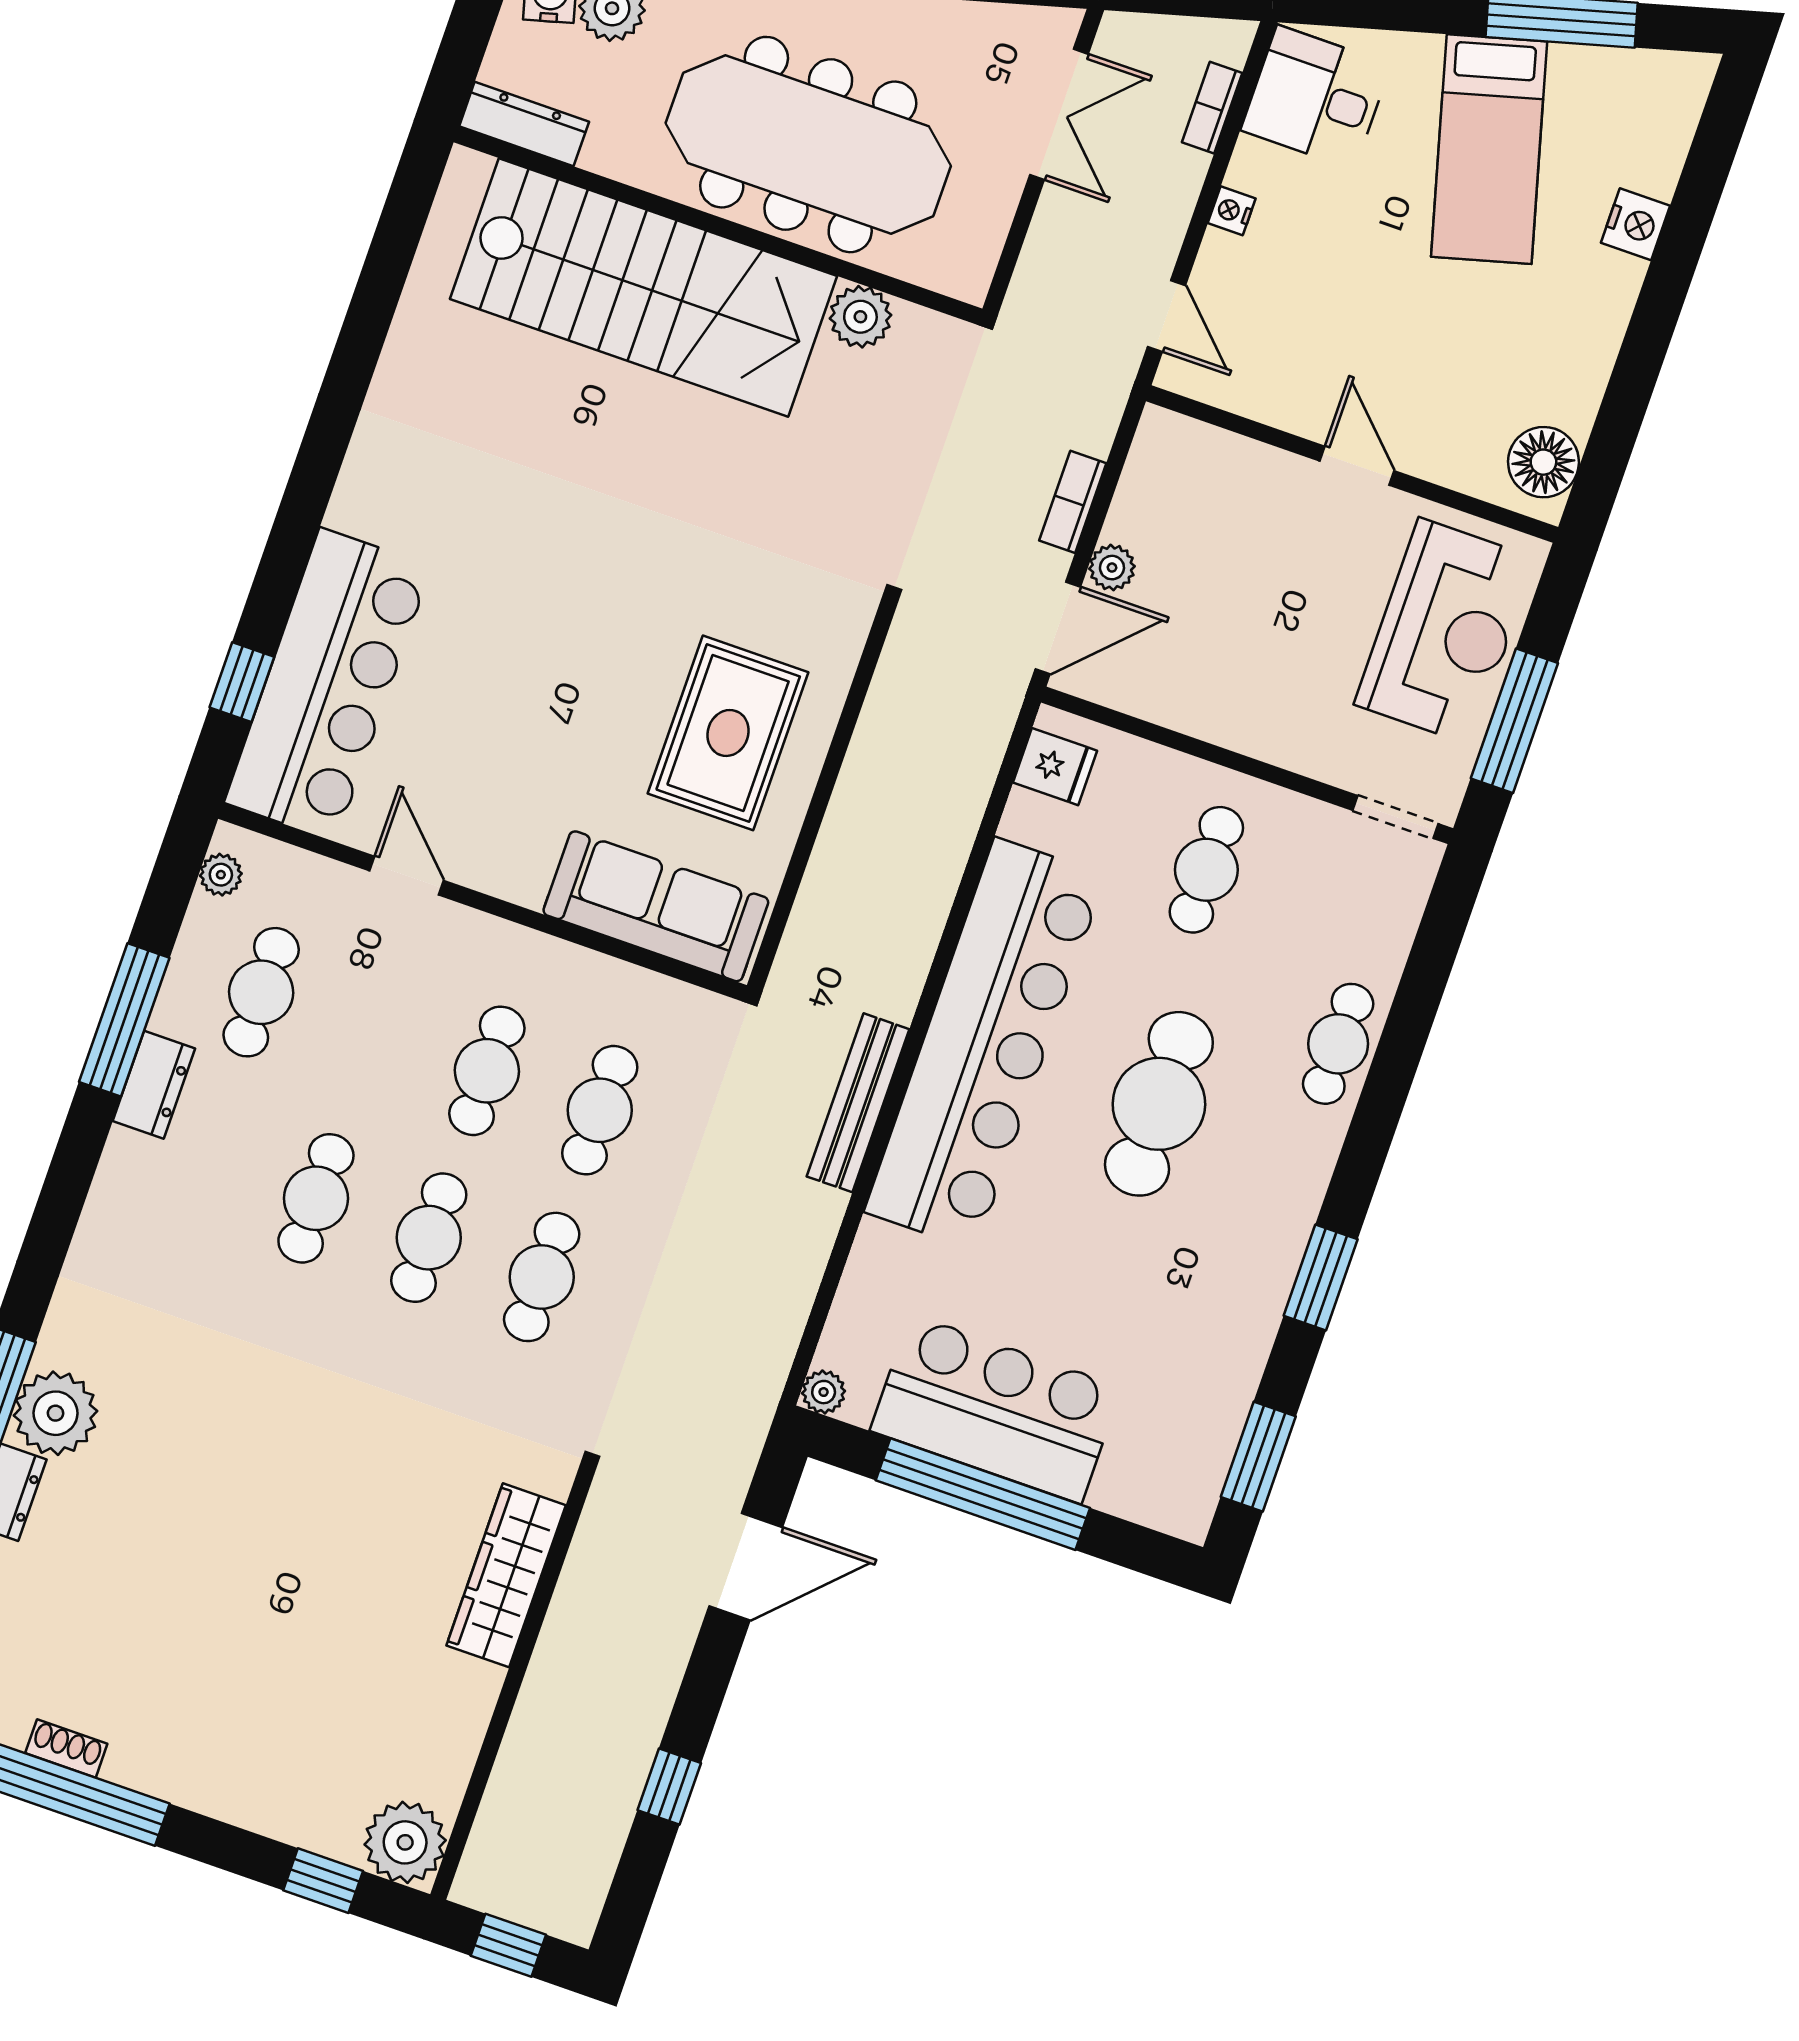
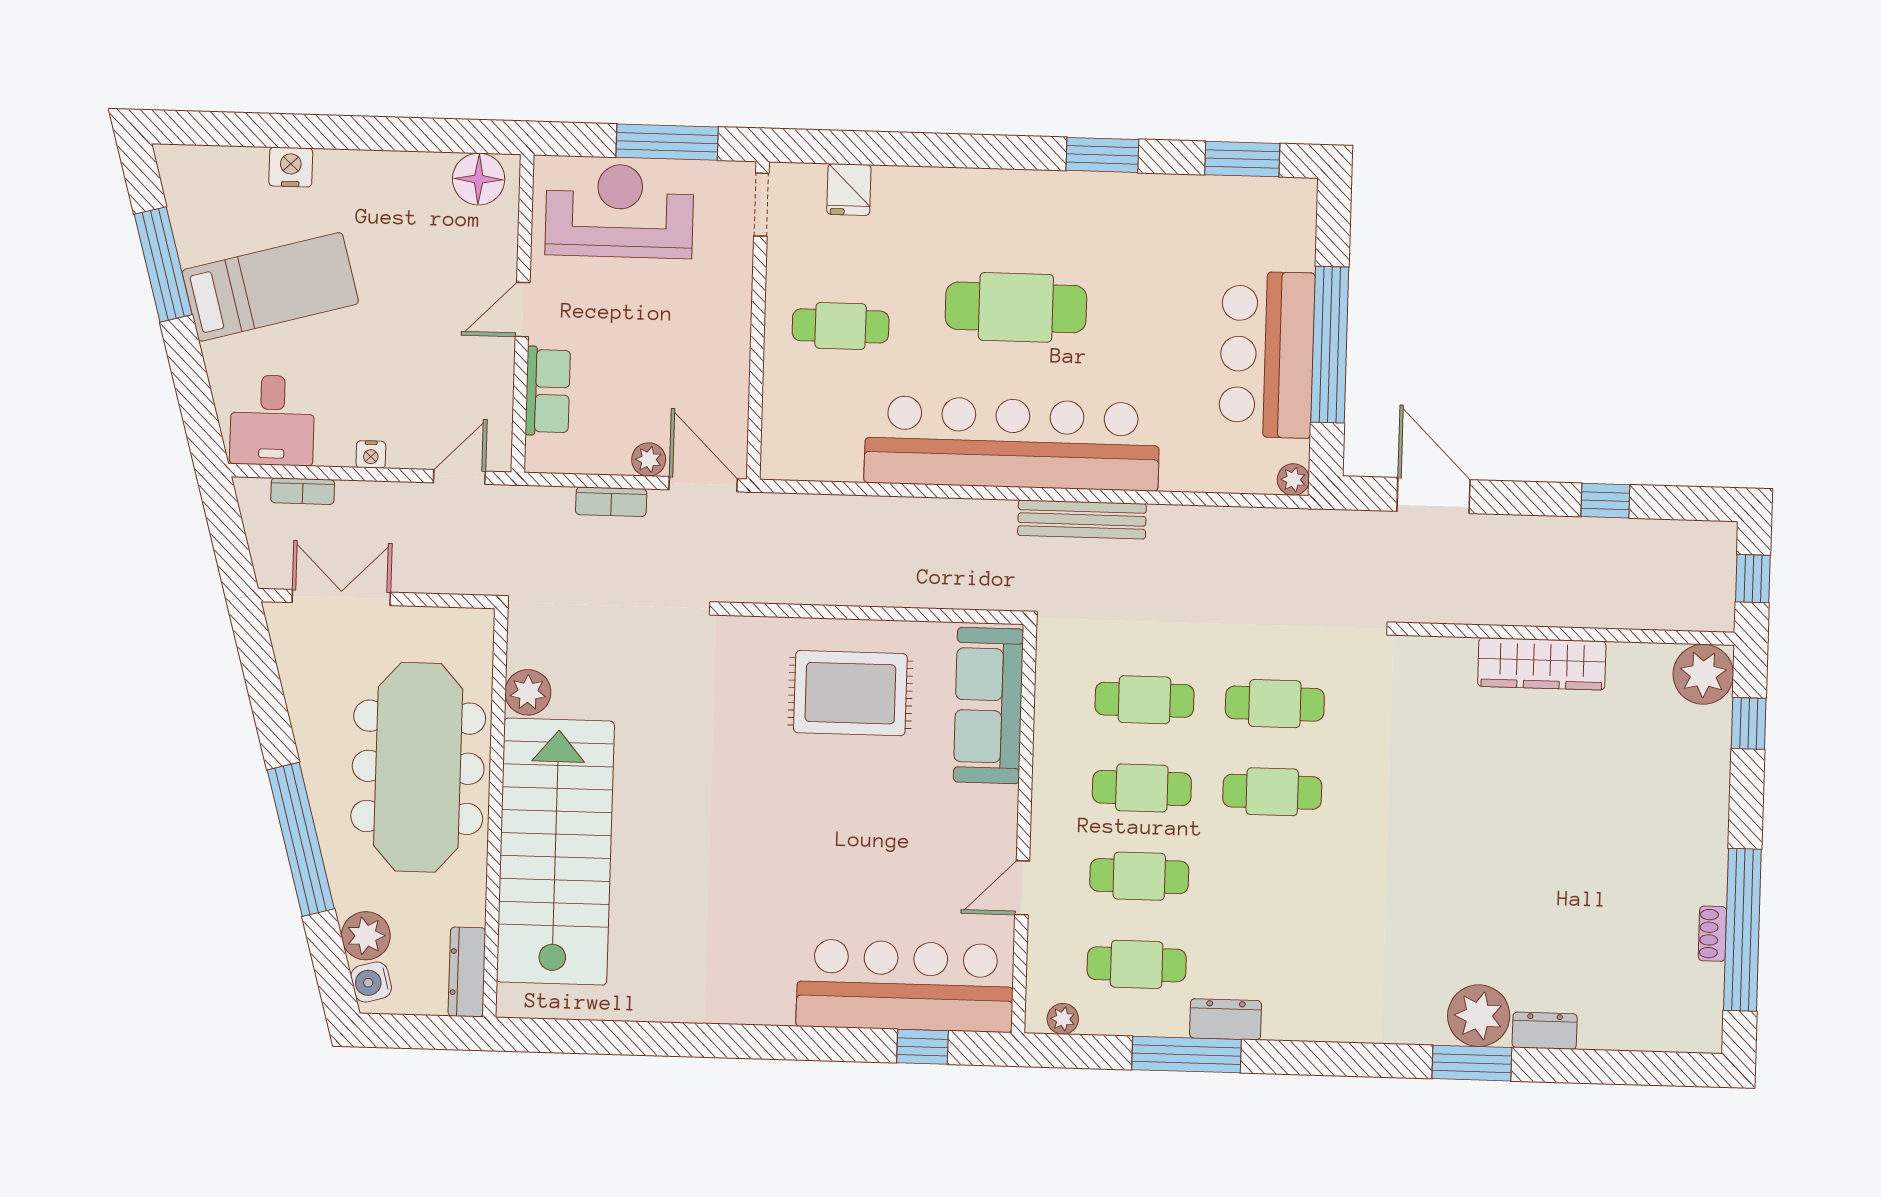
row of seats: (1242, 465) -> (548, 391), added
fridge: (1055, 767) -> (849, 190), moved, turned 180
cafe table: (1338, 1044) -> (934, 194), removed
cafe table: (316, 1198) -> (1139, 876), moved
wardrobe: (506, 1575) -> (1542, 664), moved

